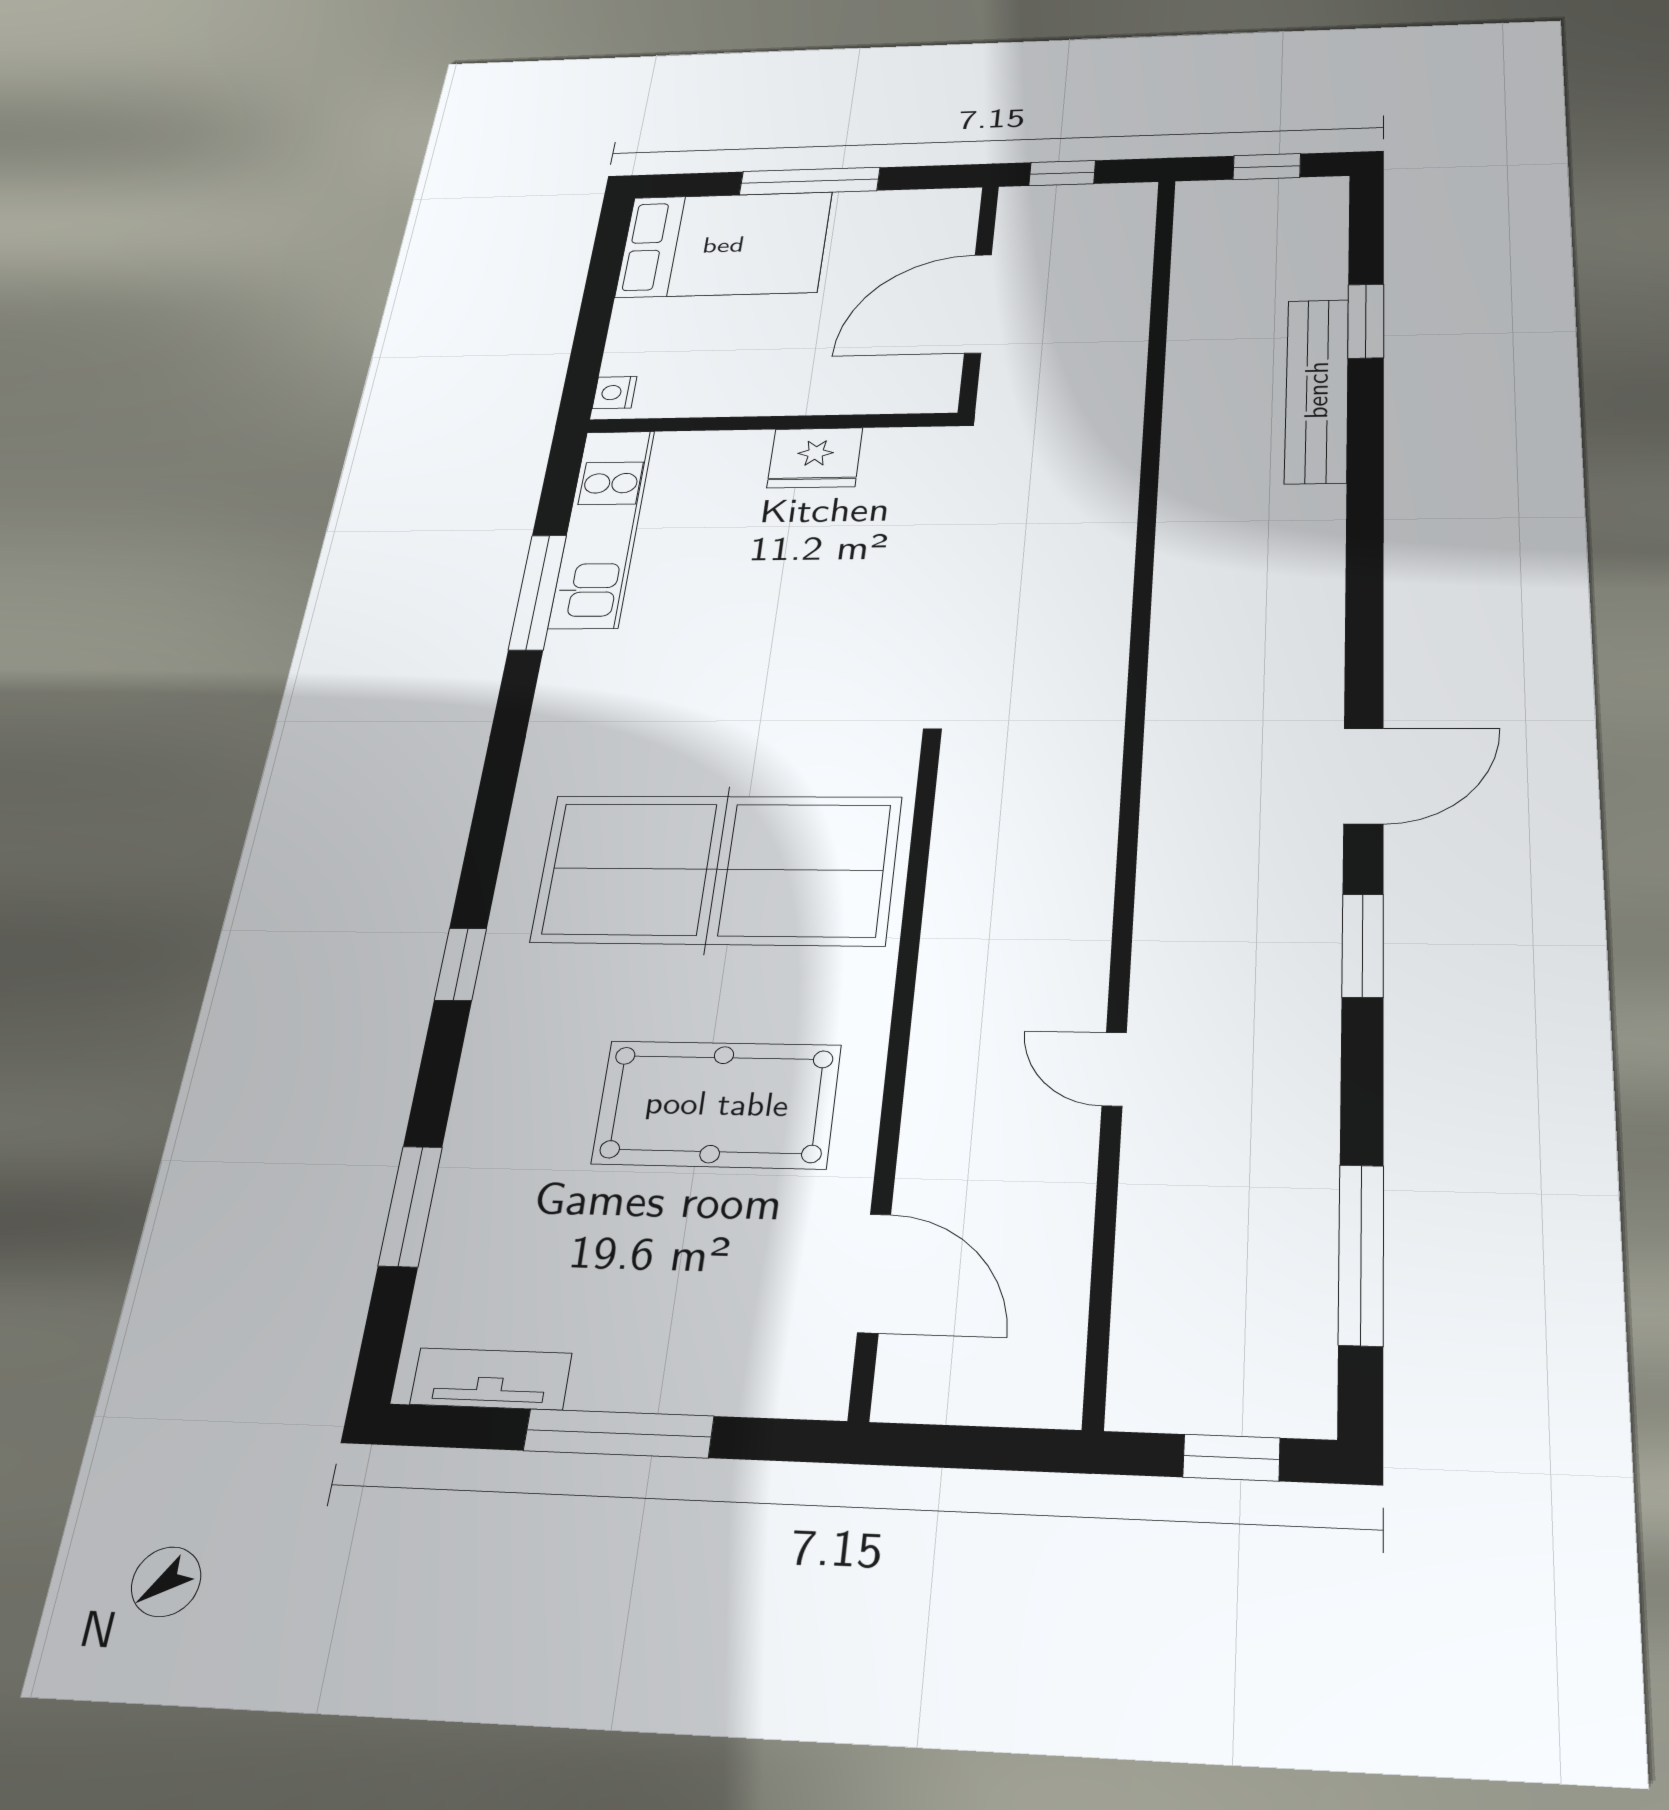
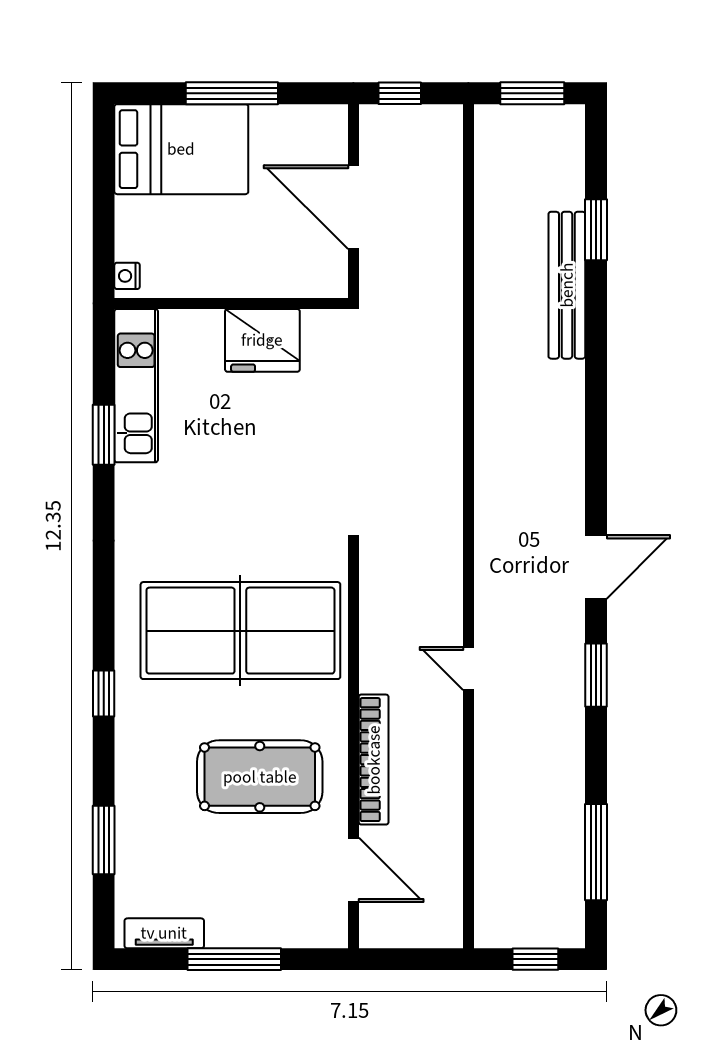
window: (1267, 167) -> (532, 93), width x1.50
door: (978, 304) -> (353, 207), hinge flipped
fridge: (815, 458) -> (262, 340), width x1.36, depth x1.34
window: (538, 592) -> (104, 435), width x0.69
door: (1114, 1069) -> (468, 668), moved
bookcase: (933, 1079) -> (374, 760), added

